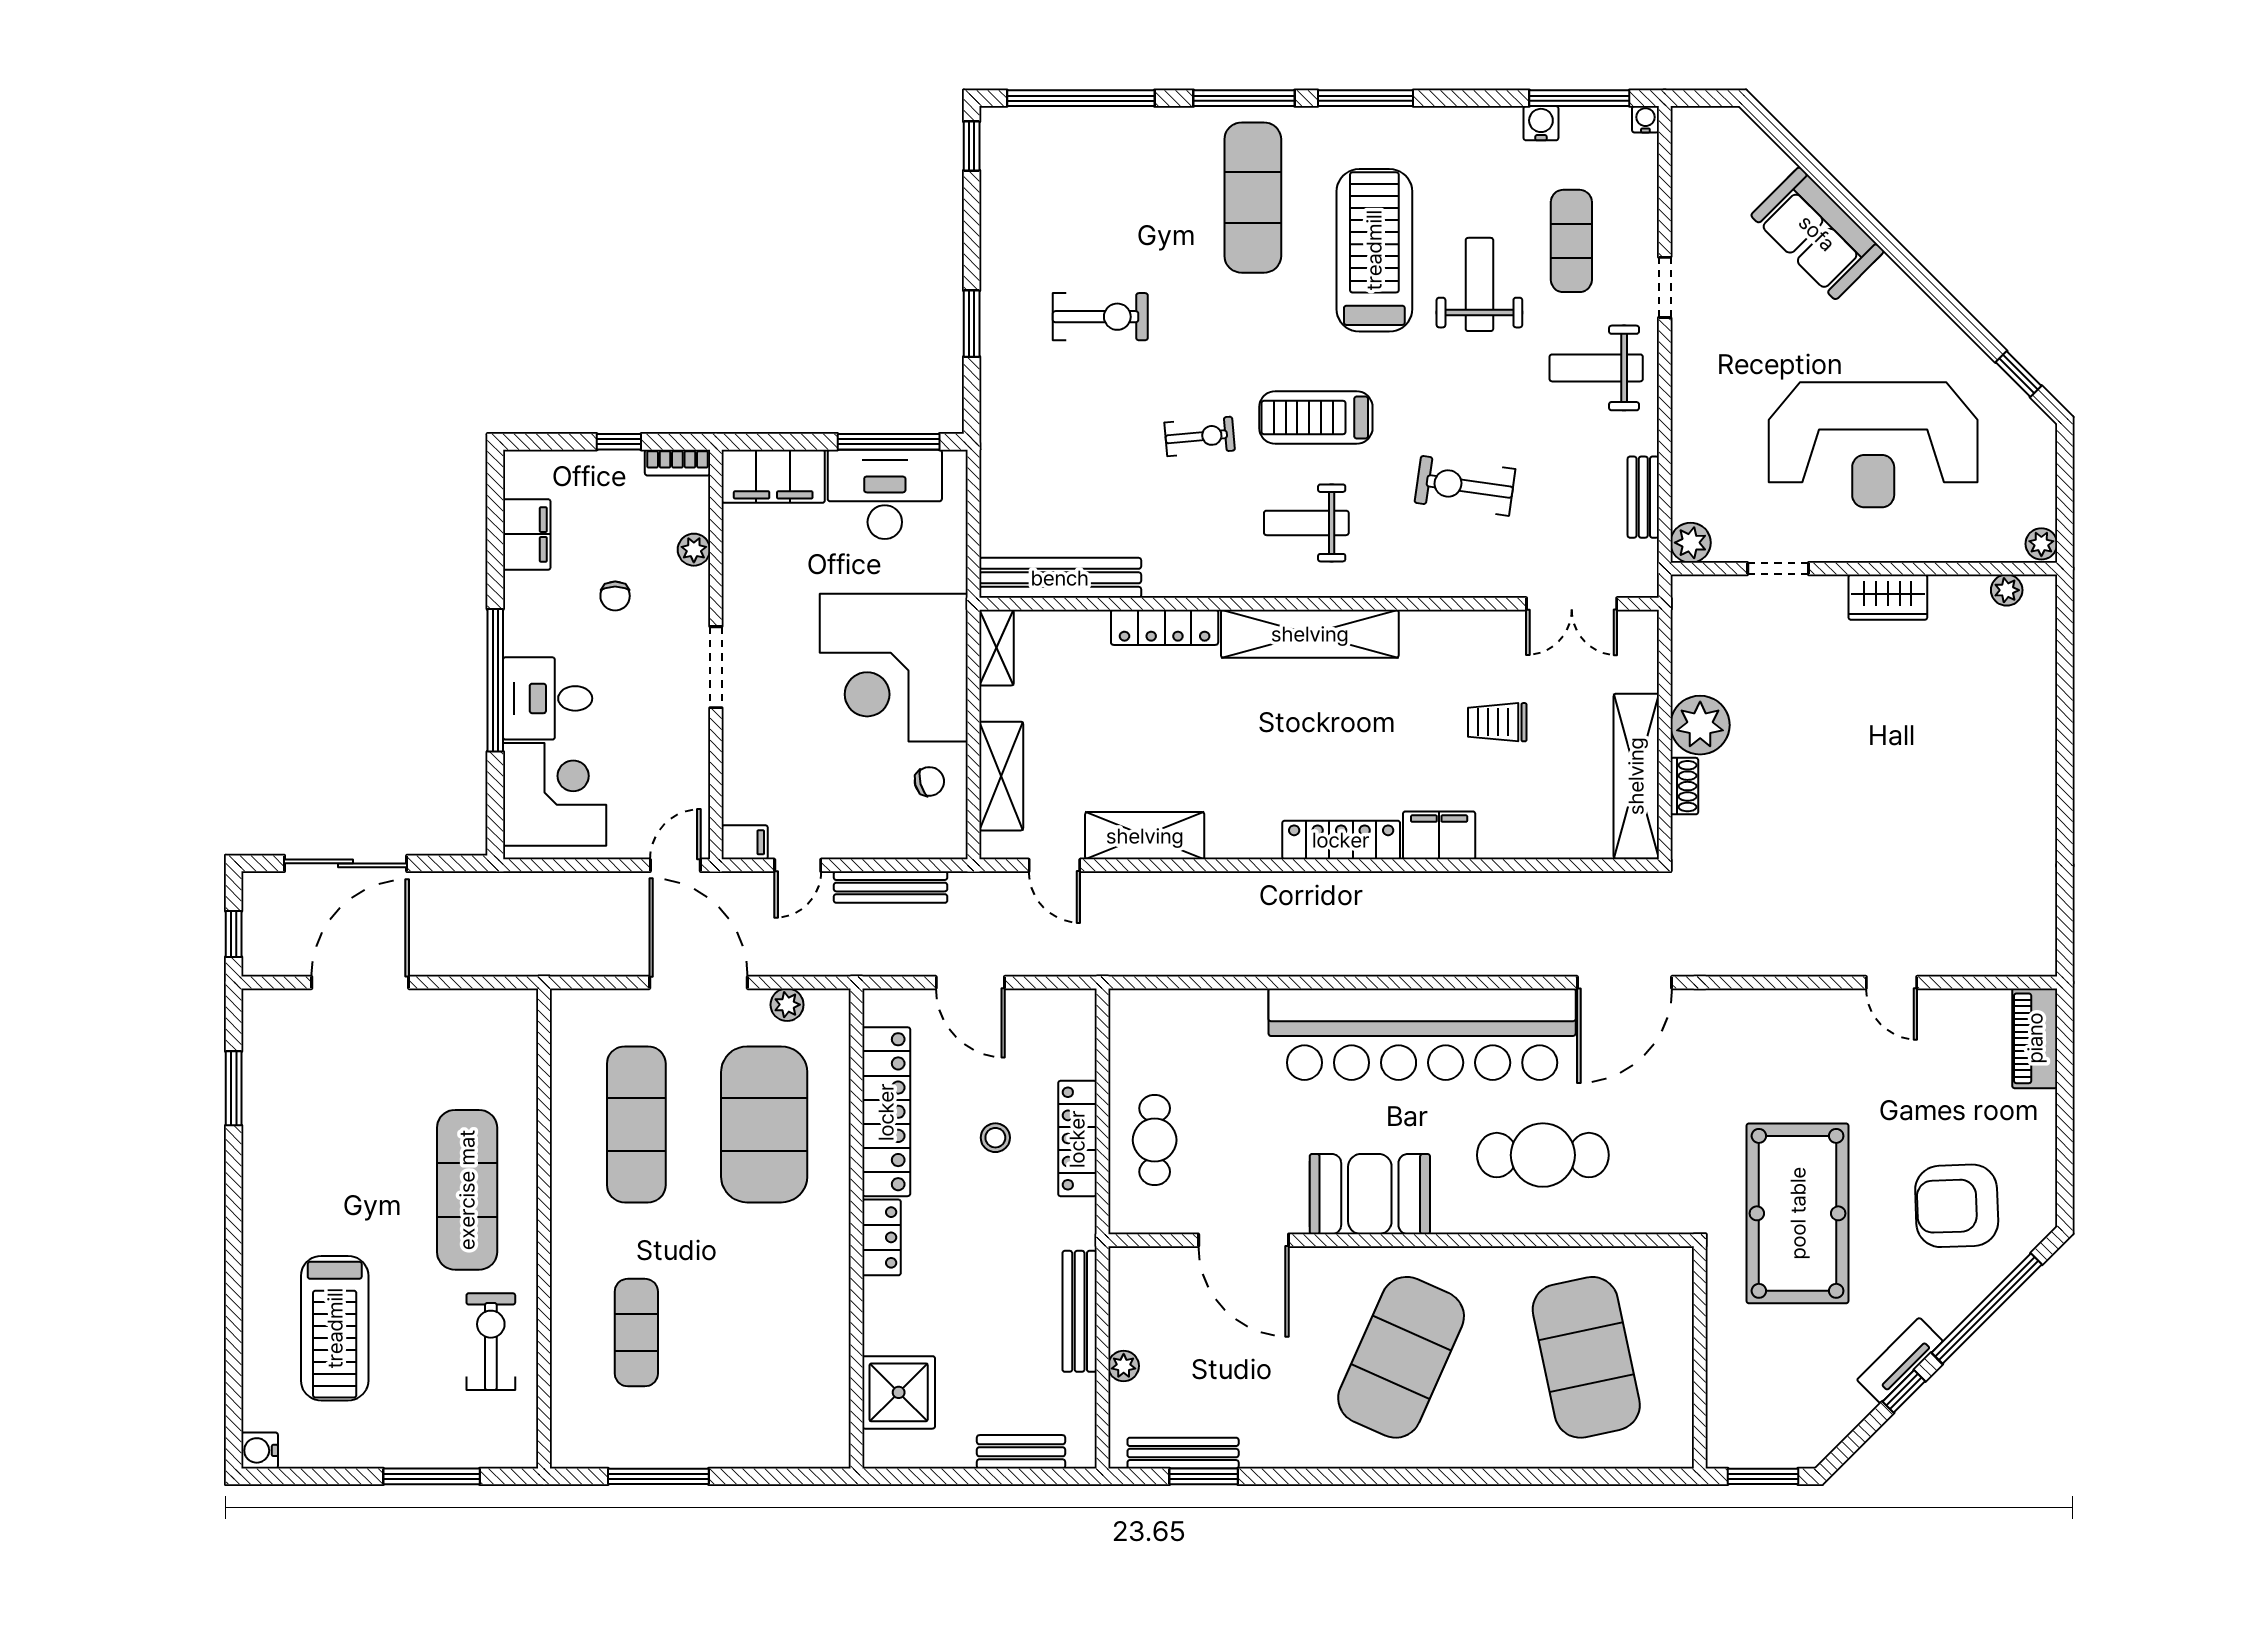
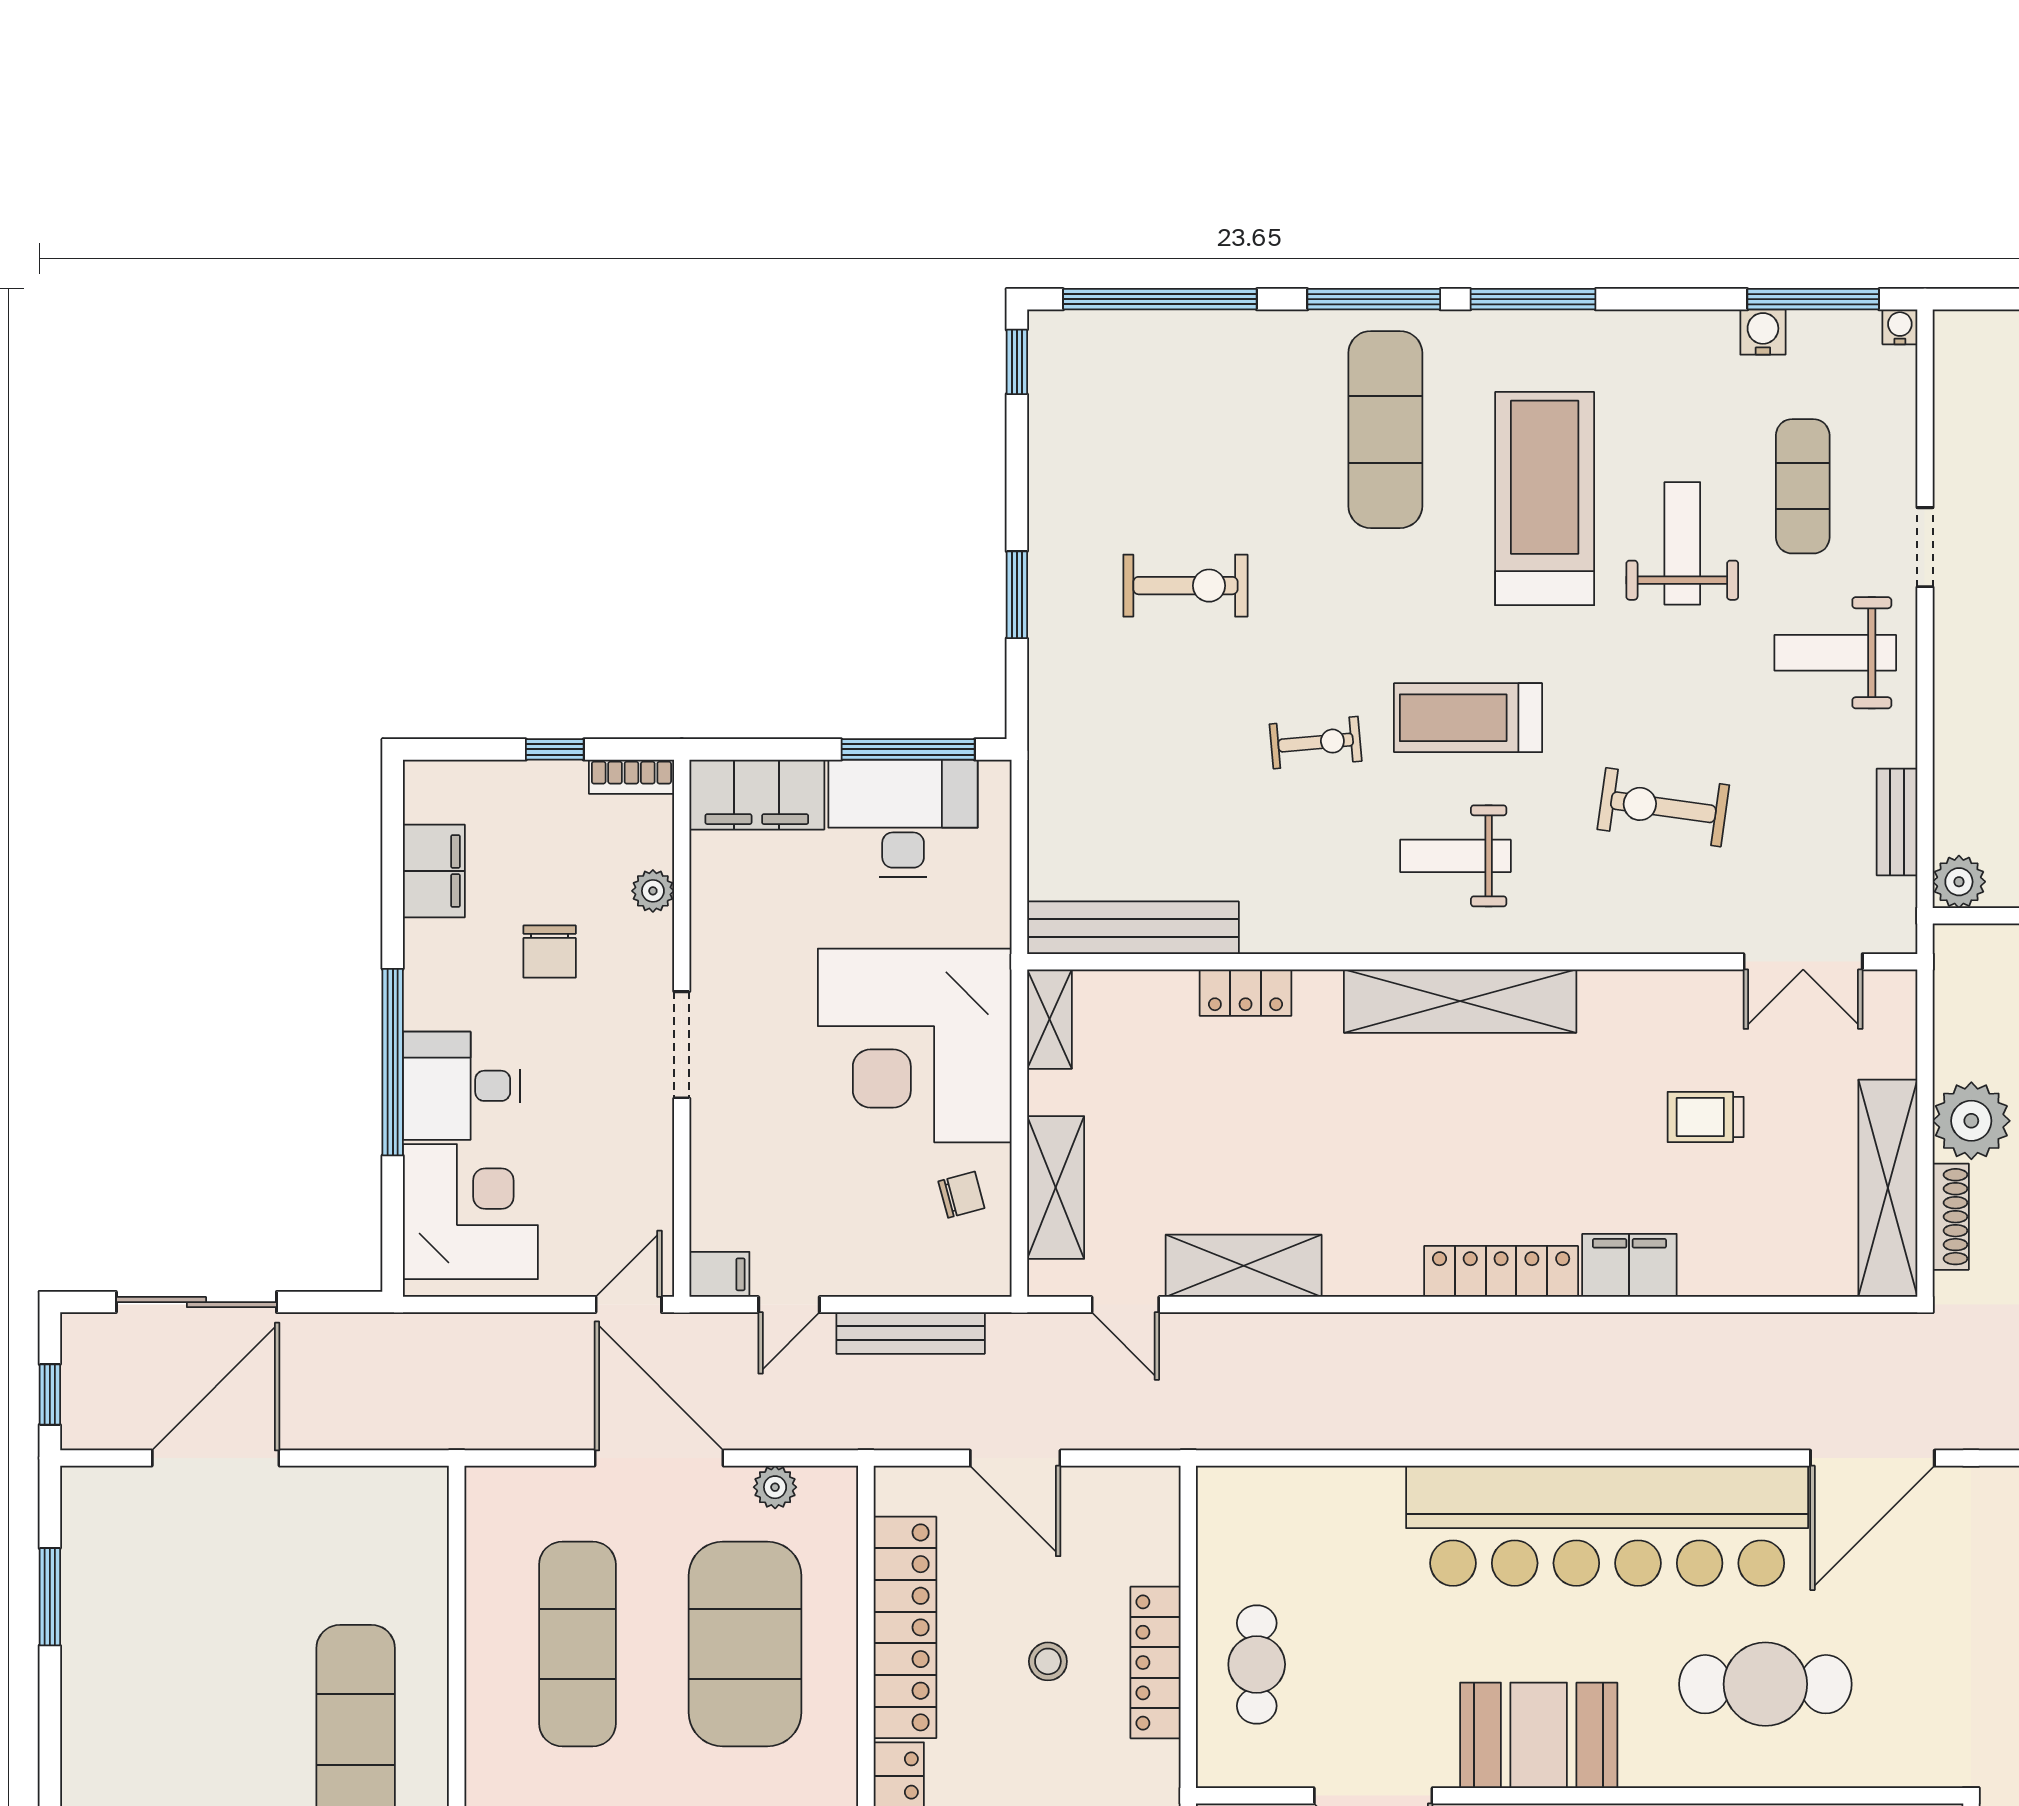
chair: (615, 596) -> (550, 952), width x1.37, depth x1.37
locker: (1165, 627) -> (1246, 993), width x0.66
shoe rack: (1684, 786) -> (1951, 1217), width x1.43

